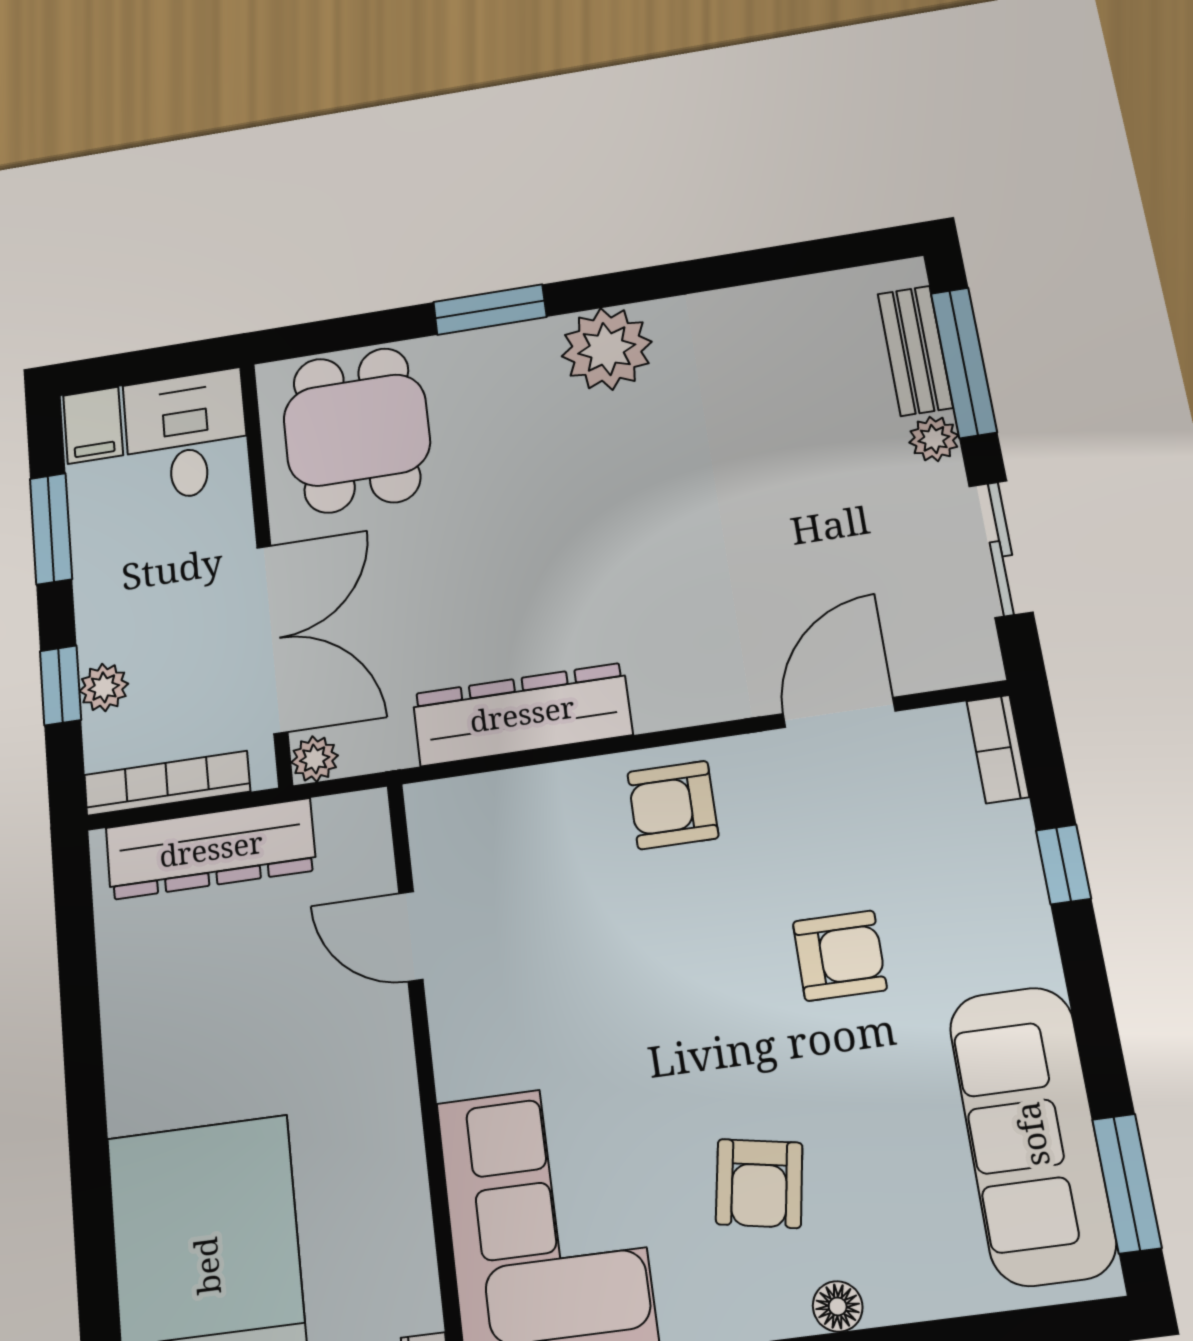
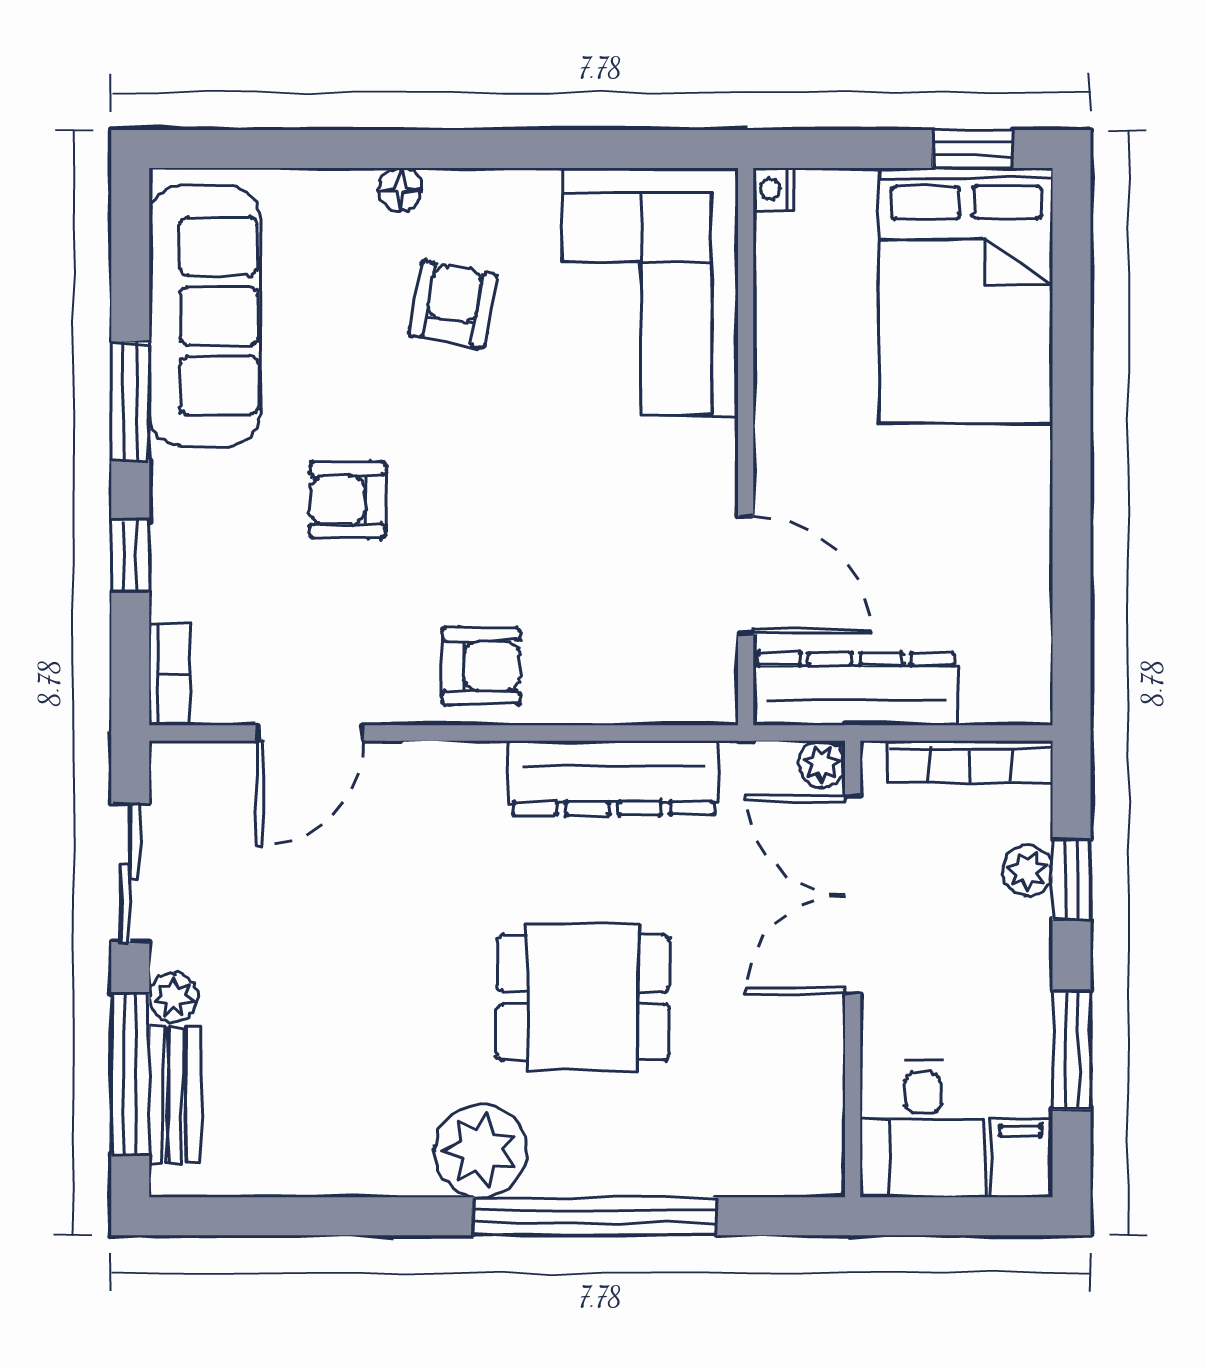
window: (490, 310) -> (594, 1216), width x2.11
dining table: (357, 430) -> (583, 998), moved, turned 90
dresser: (211, 849) -> (855, 689), moved
door: (411, 936) -> (746, 575), width x1.38
window: (1127, 1183) -> (130, 402), moved

